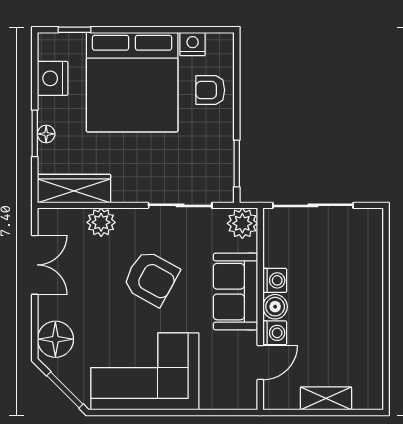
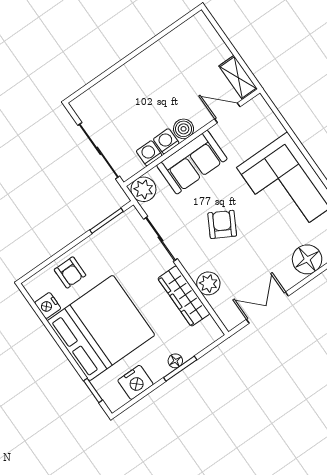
wardrobe: (74, 189) -> (184, 296), moved
armchair: (151, 278) -> (222, 224), width x0.72, depth x0.72
washing machine: (275, 333) -> (149, 153), moved
shelving: (326, 398) -> (238, 77), moved

